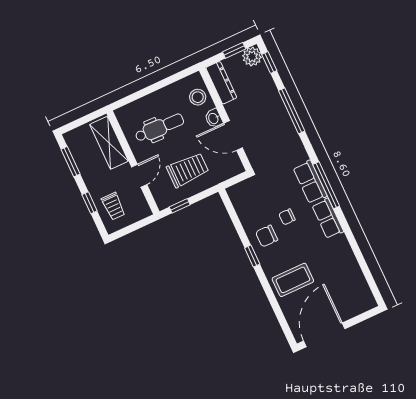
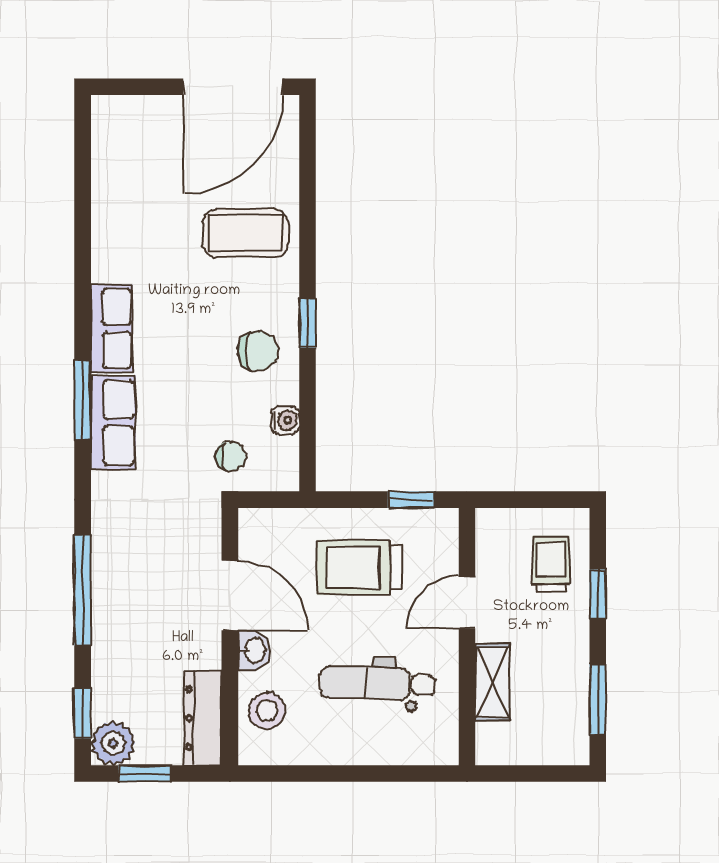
shelving: (109, 143) -> (492, 682), width x0.67, depth x0.75
window: (326, 185) -> (83, 400), width x0.69
water cooler: (243, 214) -> (285, 420), added
chair: (287, 217) -> (231, 456), moved

